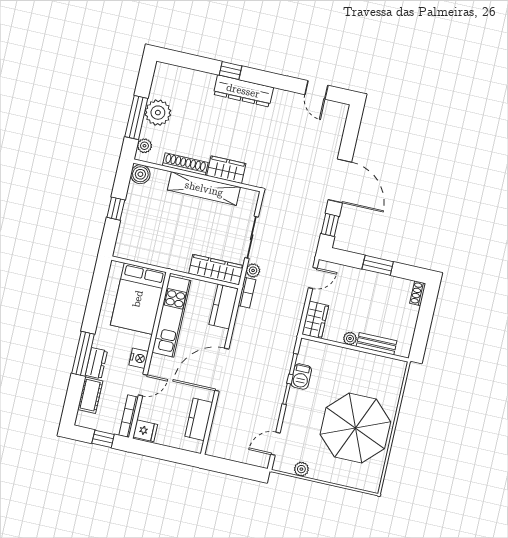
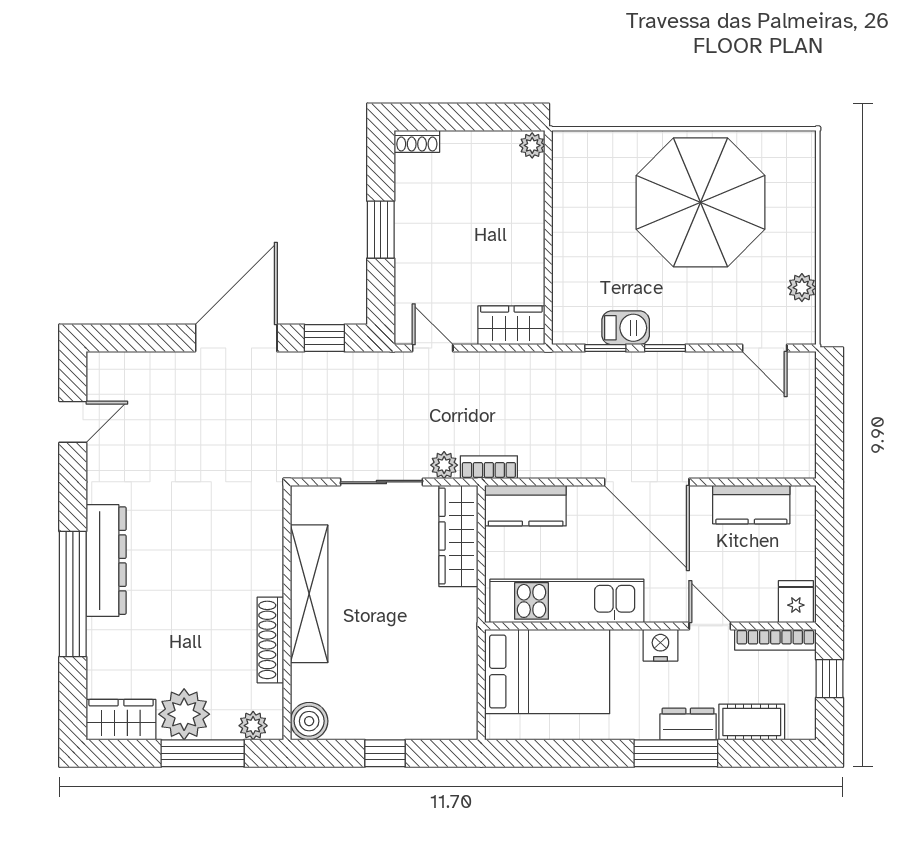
window: (230, 71) -> (73, 594), width x3.17
wardrobe: (226, 170) -> (121, 720), moved, turned 90
plant: (350, 338) -> (532, 145), moved
bench: (377, 344) -> (531, 198), removed

